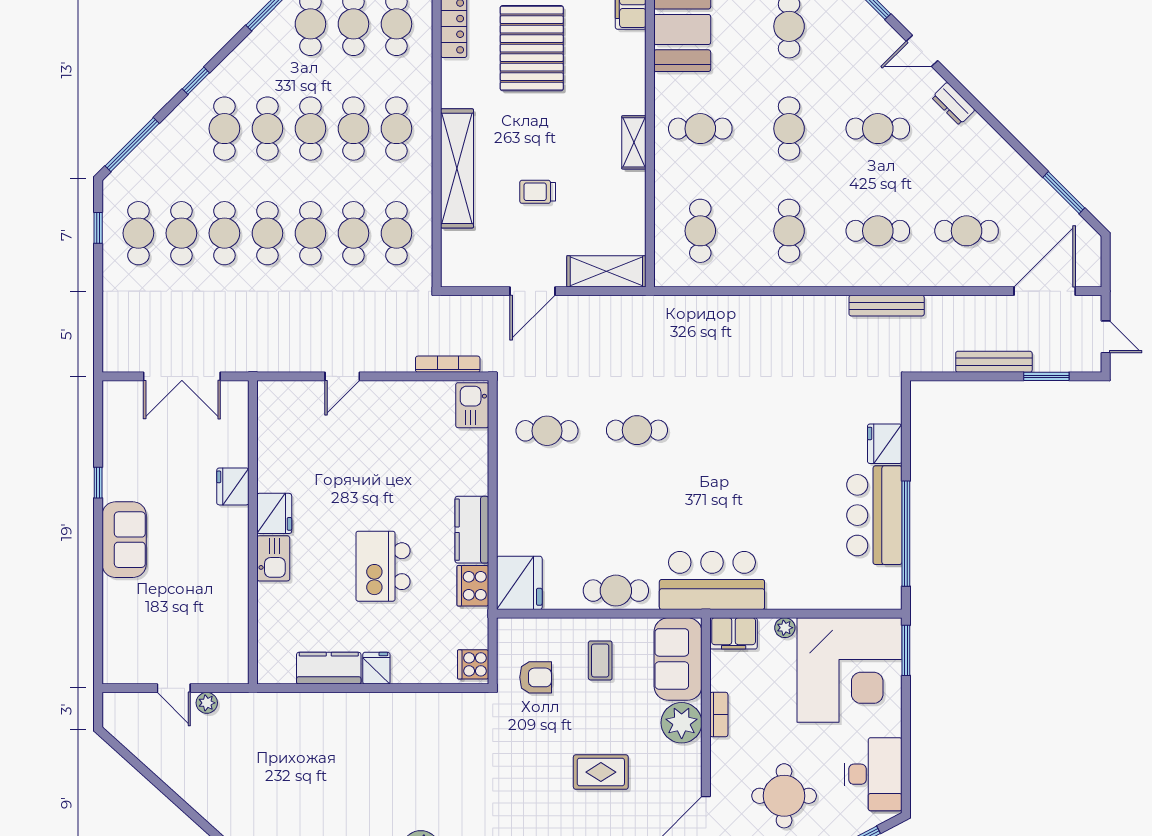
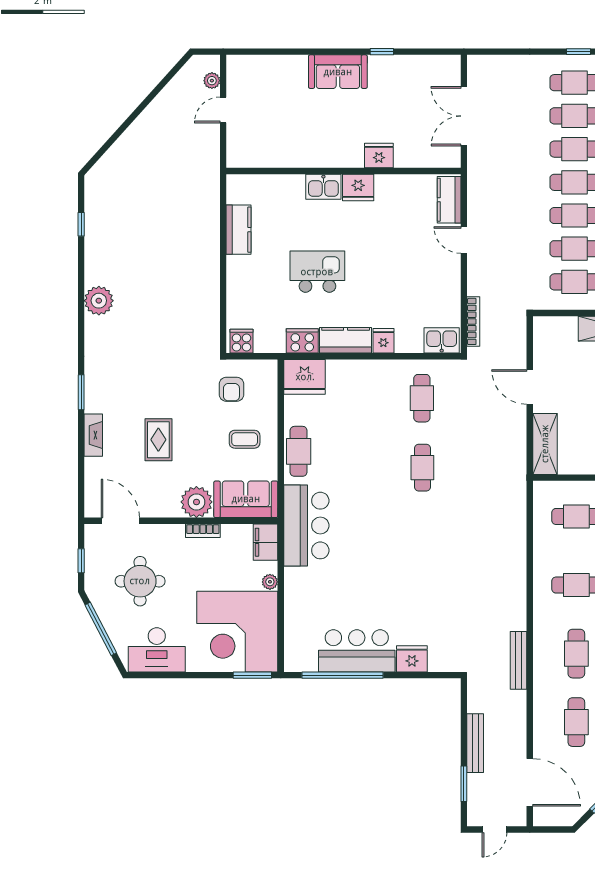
kitchen counter: (290, 396) -> (449, 200), added
fridge: (376, 668) -> (383, 341), moved, turned -90
plant: (207, 703) -> (212, 81), moved

